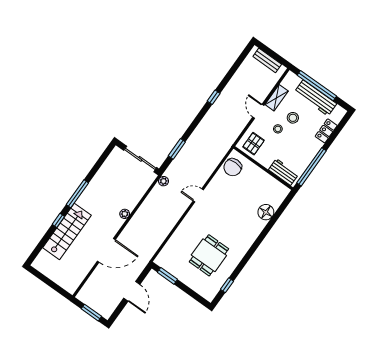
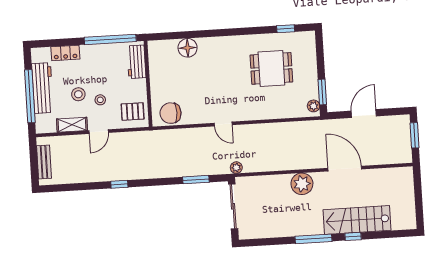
chair: (233, 167) -> (171, 113), turned 180
plant: (125, 214) -> (302, 184), width x1.88, depth x1.88
plant: (163, 263) -> (313, 106), added

